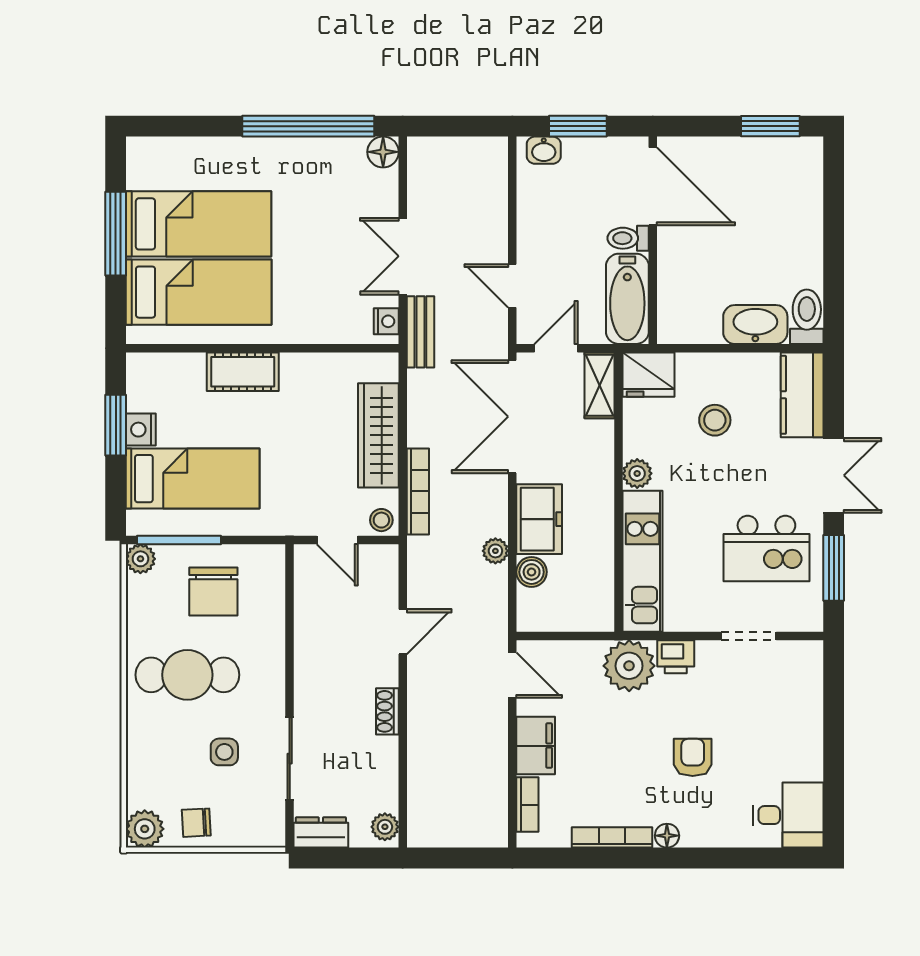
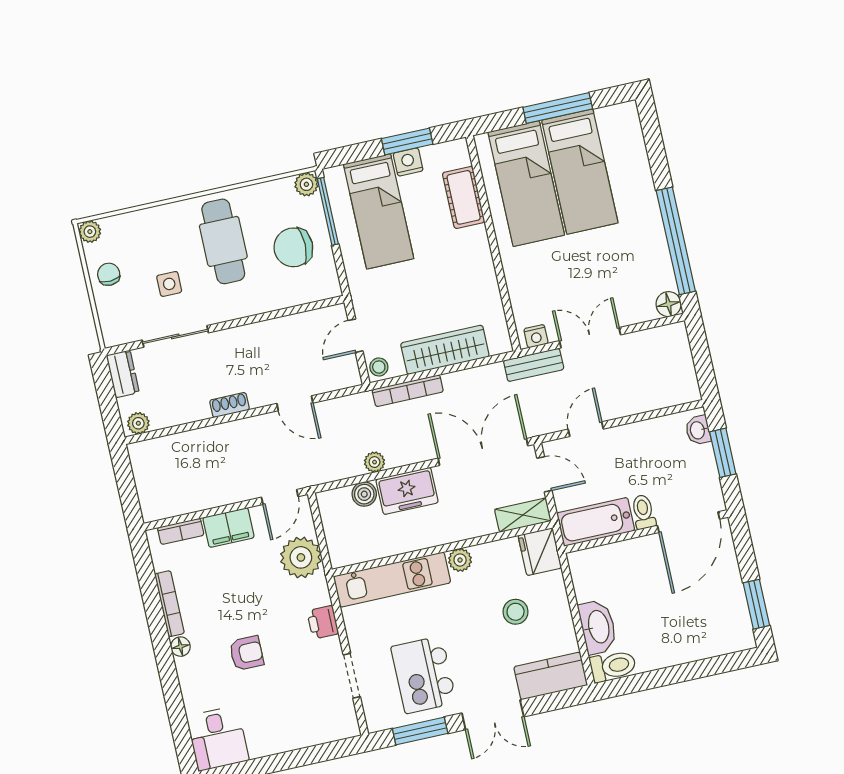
cot: (243, 372) -> (464, 197), moved
plant: (629, 666) -> (301, 557), moved
plant: (145, 829) -> (90, 232), width x0.73, depth x0.73

